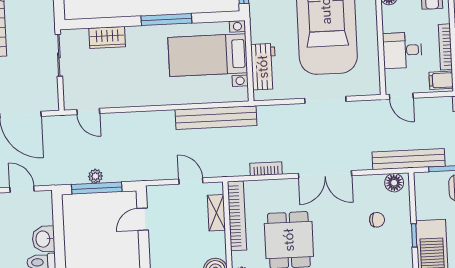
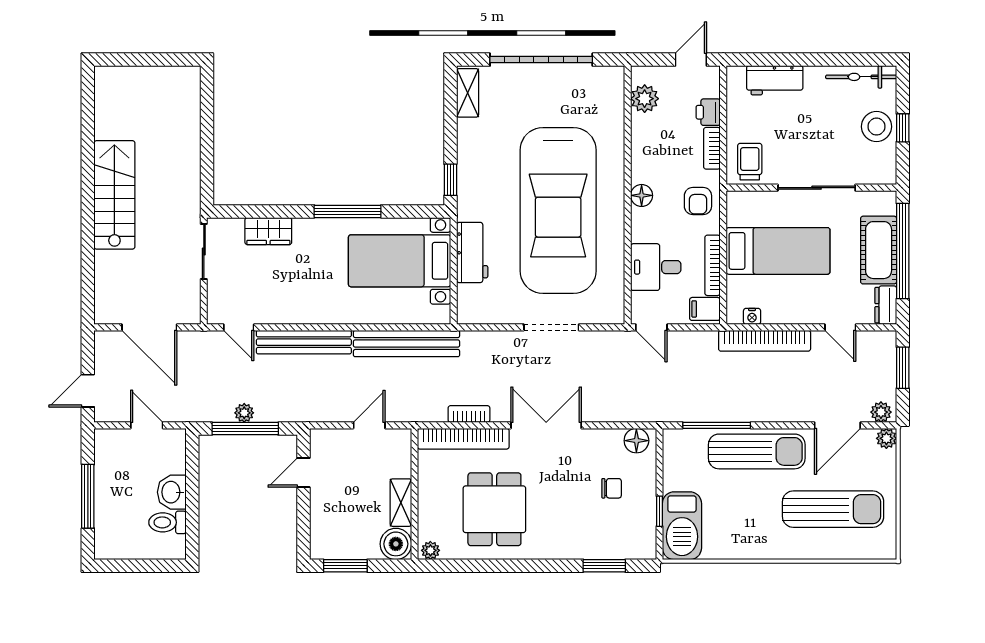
workbench: (263, 67) -> (472, 252), moved
bench: (409, 159) -> (304, 342), moved
double door: (325, 174) -> (546, 425), swing flipped
door: (191, 181) -> (369, 425), hinge flipped
shelving: (216, 213) -> (401, 503), moved
bookcase: (237, 216) -> (463, 439), moved, turned 90

